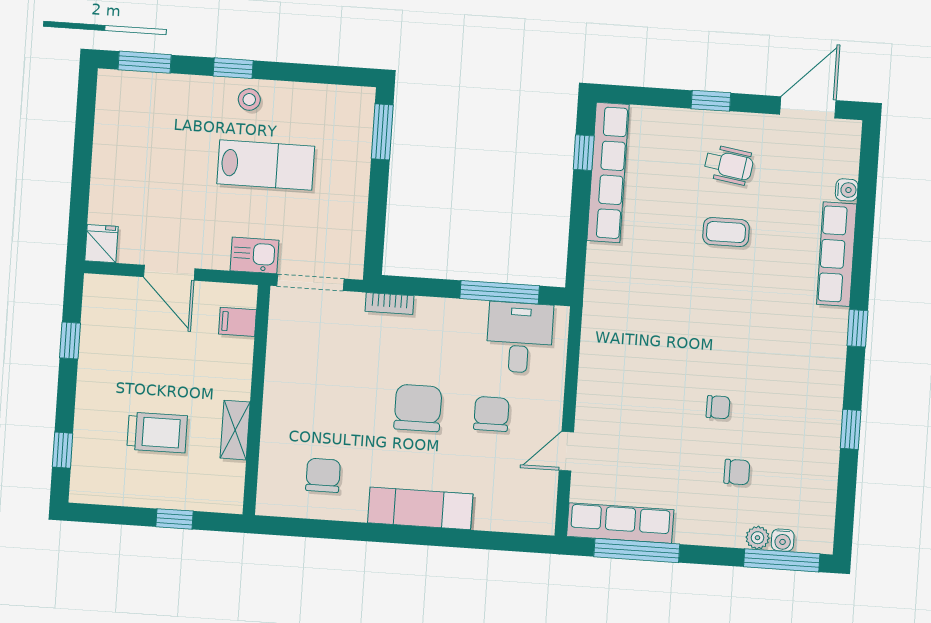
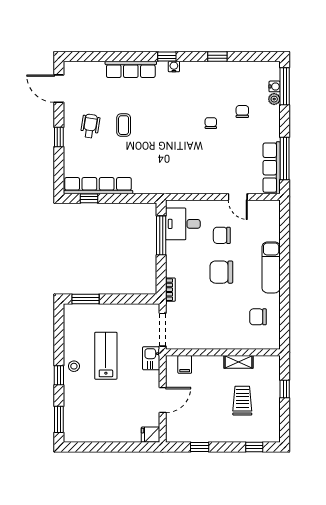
water cooler: (847, 190) -> (174, 67), moved

